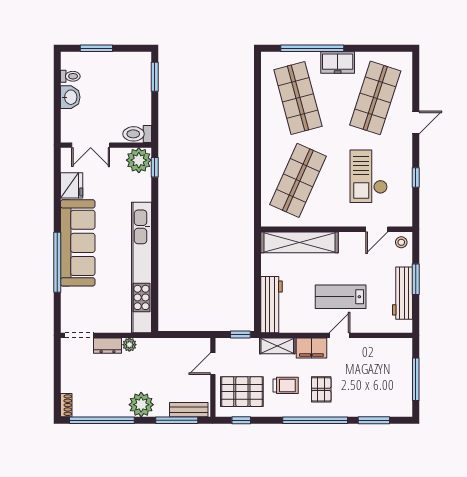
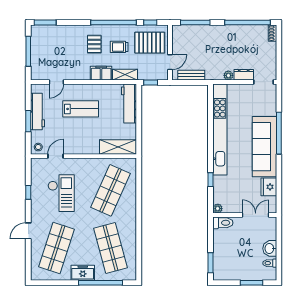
plant: (139, 160) -> (218, 209), width x0.53, depth x0.53
window: (155, 167) -> (211, 180), moved
shelving: (300, 242) -> (118, 147), width x0.68
door: (339, 335) -> (56, 82), moved
plant: (141, 405) -> (220, 34), removed
bench: (189, 410) -> (191, 75), moved
window: (315, 420) -> (114, 23), moved
window: (374, 420) -> (45, 23), moved

